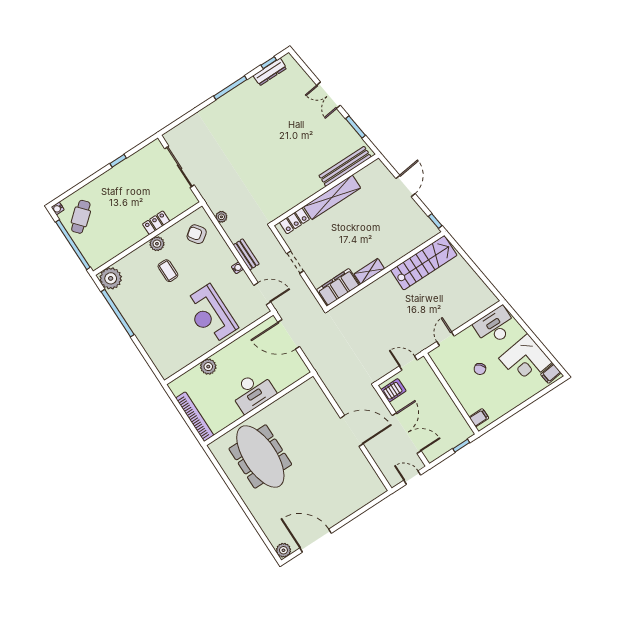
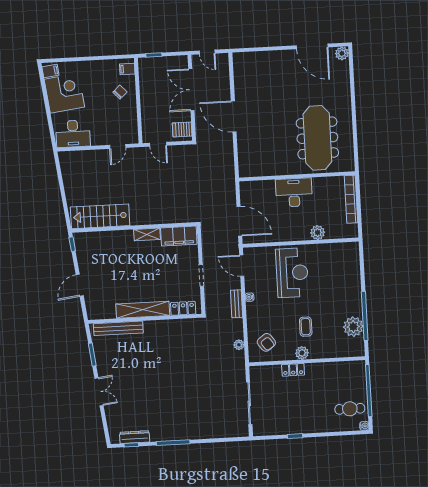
cafe table: (81, 217) -> (350, 409), turned 41
plant: (111, 278) -> (353, 327), moved
chair: (480, 369) -> (120, 92), moved

